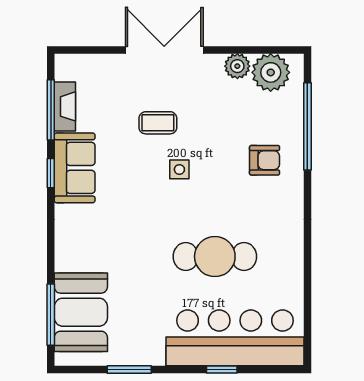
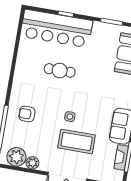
coffee table: (158, 123) -> (77, 141), width x1.86, depth x1.72
cafe table: (215, 257) -> (60, 70), width x0.73, depth x0.74

